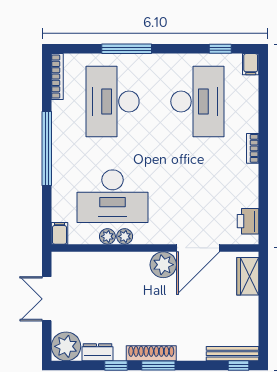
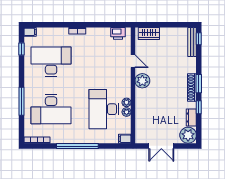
desk: (113, 196) -> (104, 109), turned 180
door: (198, 248) -> (133, 61), width x0.53

